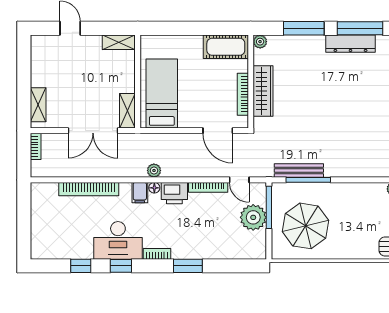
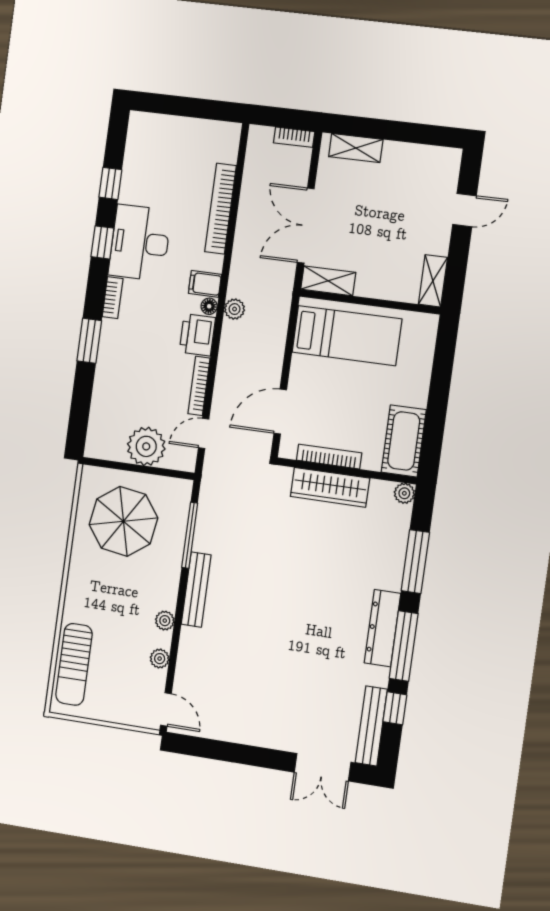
bench: (299, 171) -> (196, 590), moved
plant: (368, 189) -> (165, 621), added
window: (269, 207) -> (158, 471), removed

